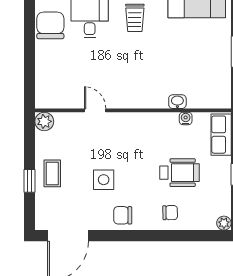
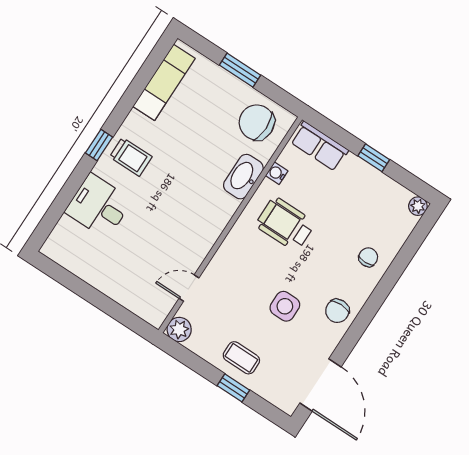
chair: (50, 25) -> (257, 122), moved
washbasin: (177, 102) -> (243, 177), width x1.91, depth x1.45
door: (95, 110) -> (189, 288), moved
wheelchair: (179, 173) -> (285, 224), moved, turned -90

